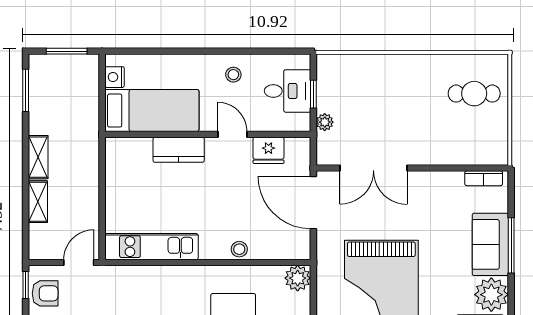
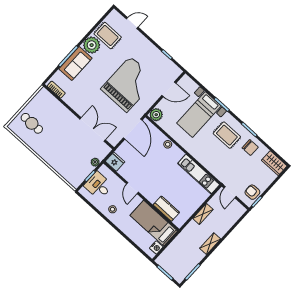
kitchen counter: (179, 150) -> (166, 209), moved
fridge: (268, 150) -> (115, 162), moved
shelving: (38, 202) -> (203, 214), moved
door: (313, 203) -> (133, 129), moved
door: (79, 262) -> (230, 192), hinge flipped

